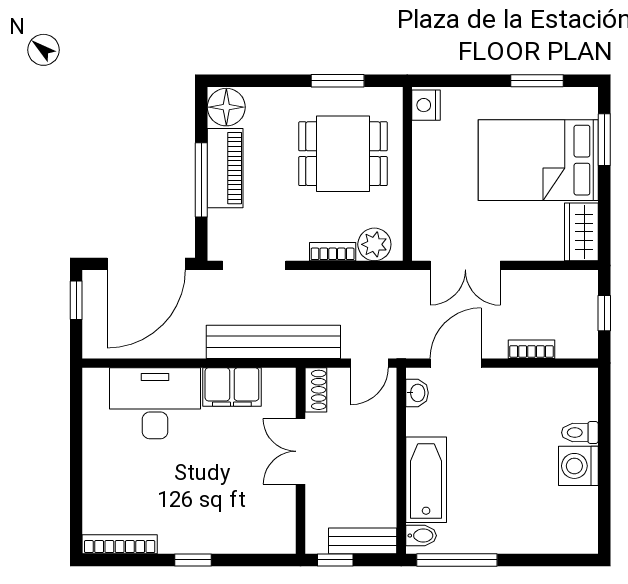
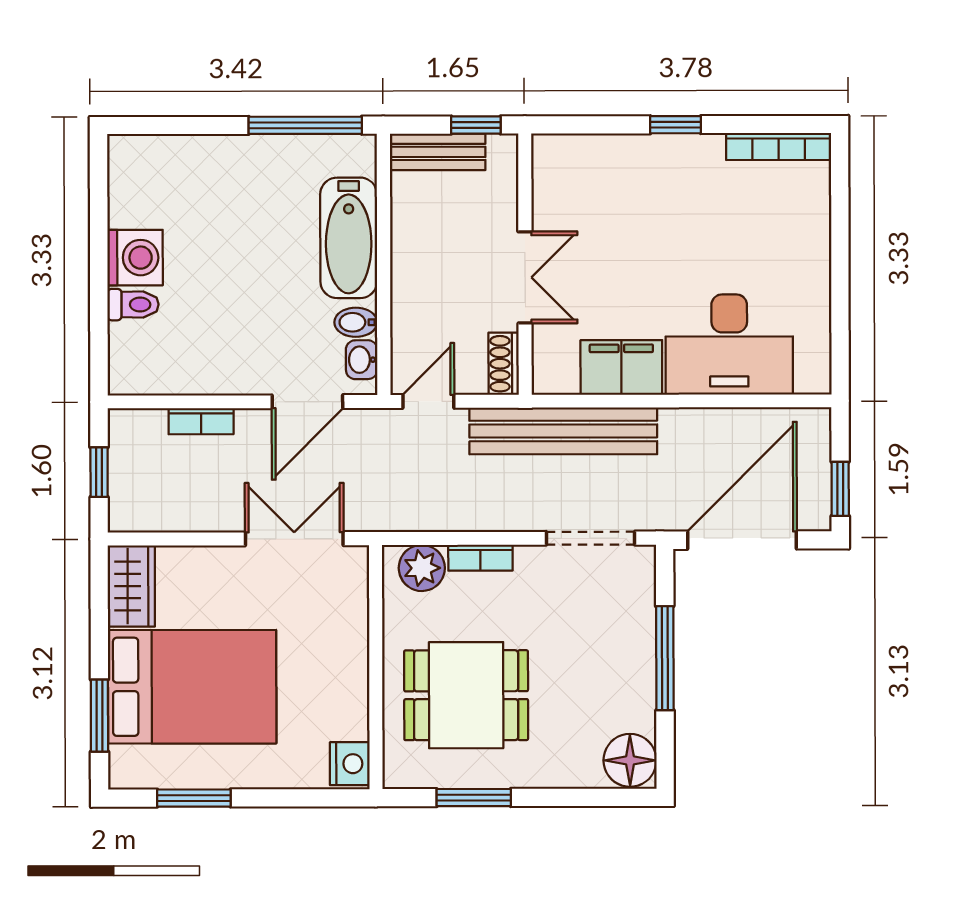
piano: (225, 168) -> (631, 675), removed
bidet: (421, 536) -> (356, 322), moved

